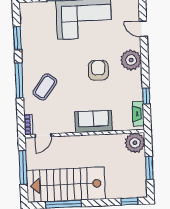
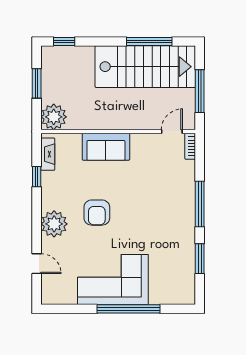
coffee table: (45, 87) -> (167, 194), removed

